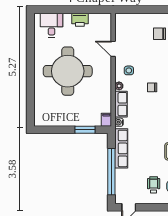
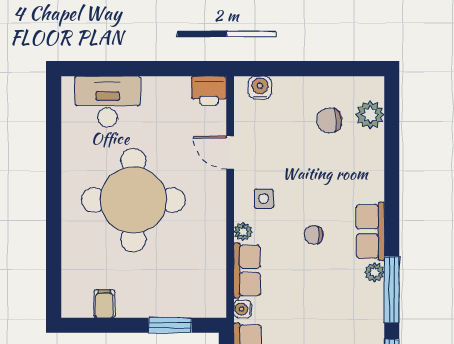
water cooler: (127, 18) -> (260, 88), added
printer: (80, 20) -> (209, 90), moved
desk: (52, 25) -> (108, 102), width x1.37
filing cabinet: (106, 120) -> (104, 304), moved

